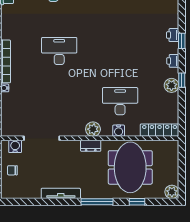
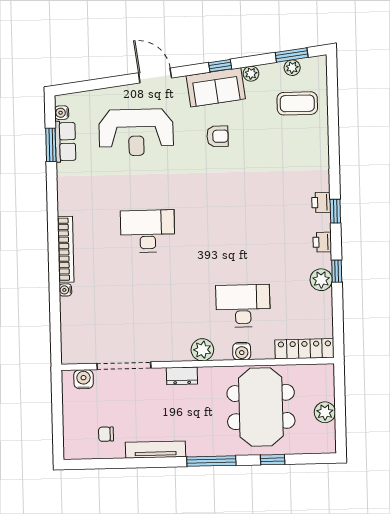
dresser: (91, 146) -> (182, 376), moved
chair: (12, 170) -> (106, 434), moved
plant: (172, 192) -> (325, 412), moved

